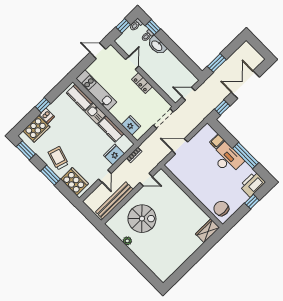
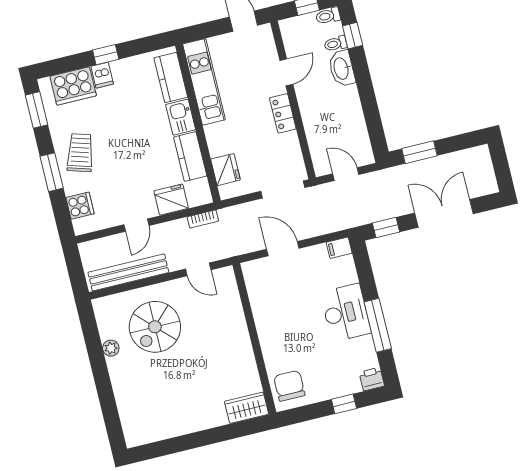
filing cabinet: (217, 141) -> (339, 248), moved
cooker: (74, 182) -> (80, 206), width x0.53, depth x0.76
printer: (252, 184) -> (372, 379), width x0.53, depth x0.68
spiral stairs: (142, 219) -> (155, 327), turned 90

